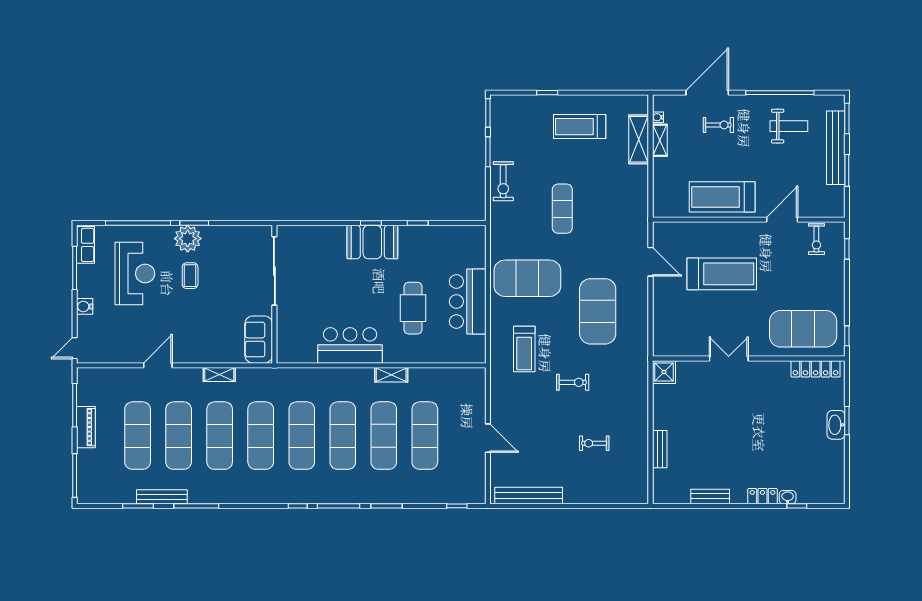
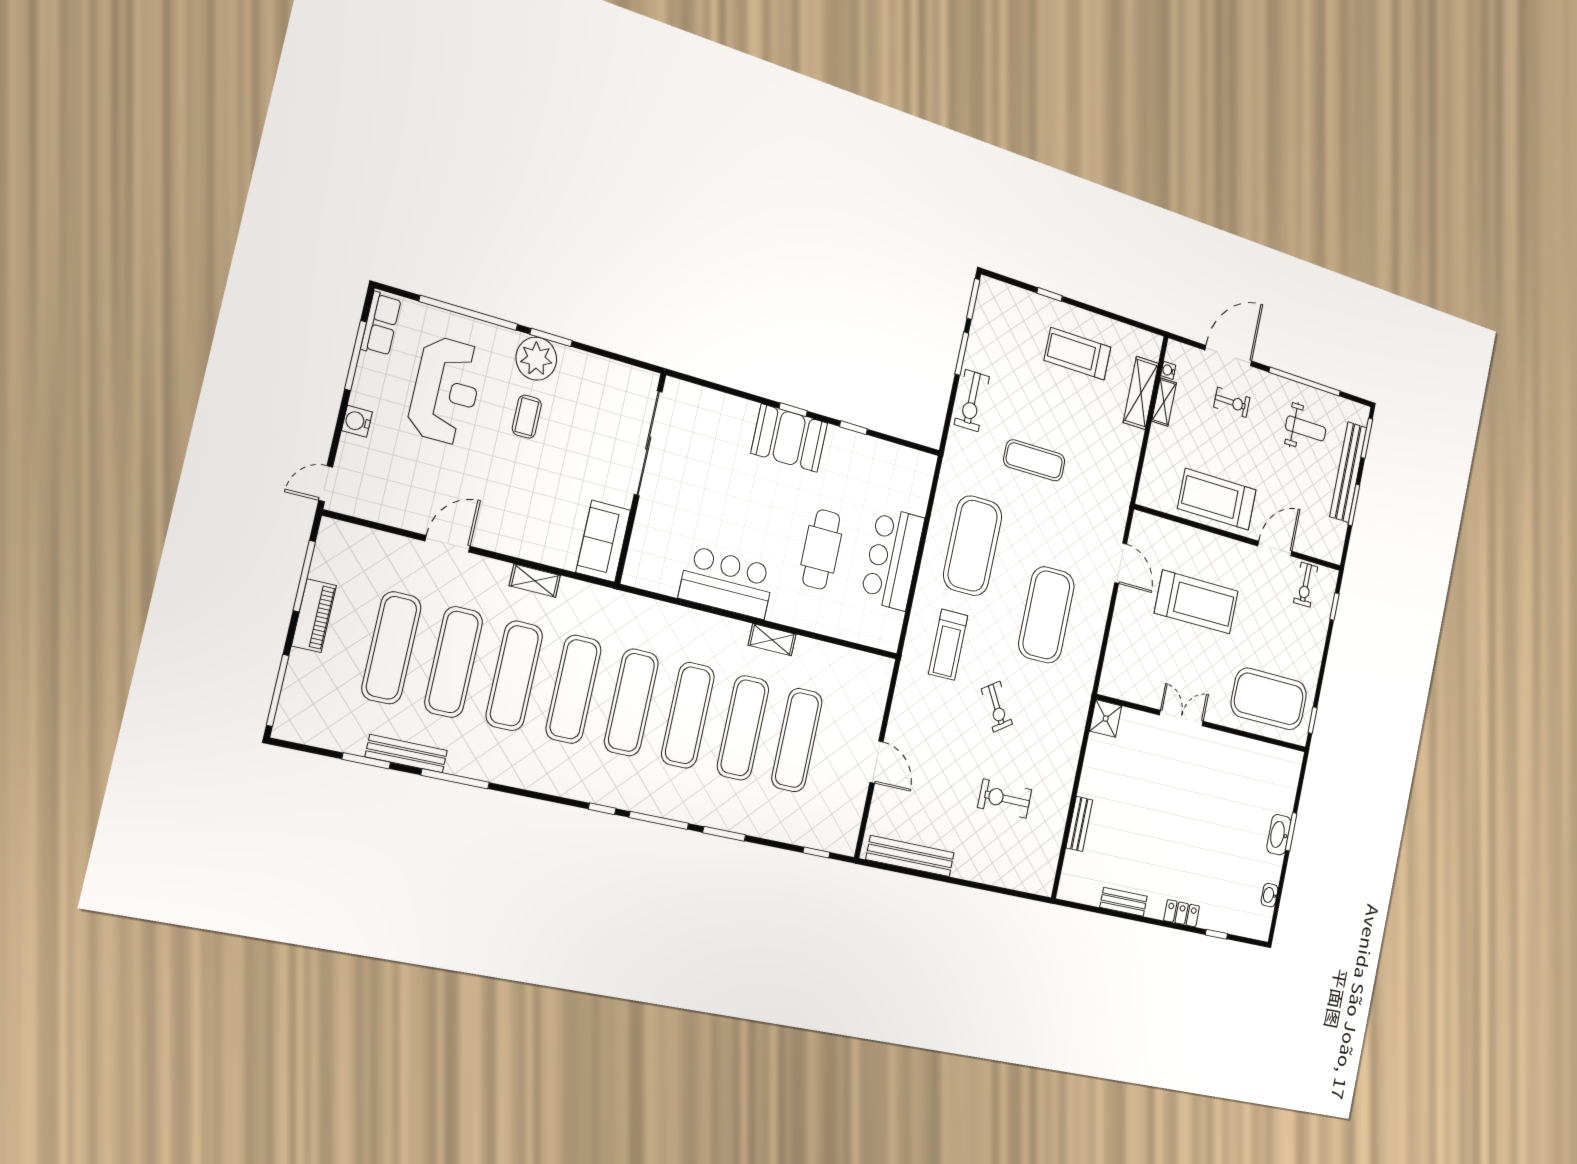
exercise mat: (562, 209) -> (1034, 460), turned 90
exercise mat: (527, 278) -> (973, 546), turned 90
locker: (816, 369) -> (1272, 755), removed
exercise bike: (573, 382) -> (997, 707), turned 58
exercise bike: (594, 443) -> (1005, 799), width x1.38, depth x1.39
washbasin: (788, 497) -> (1269, 895), moved, turned -90

